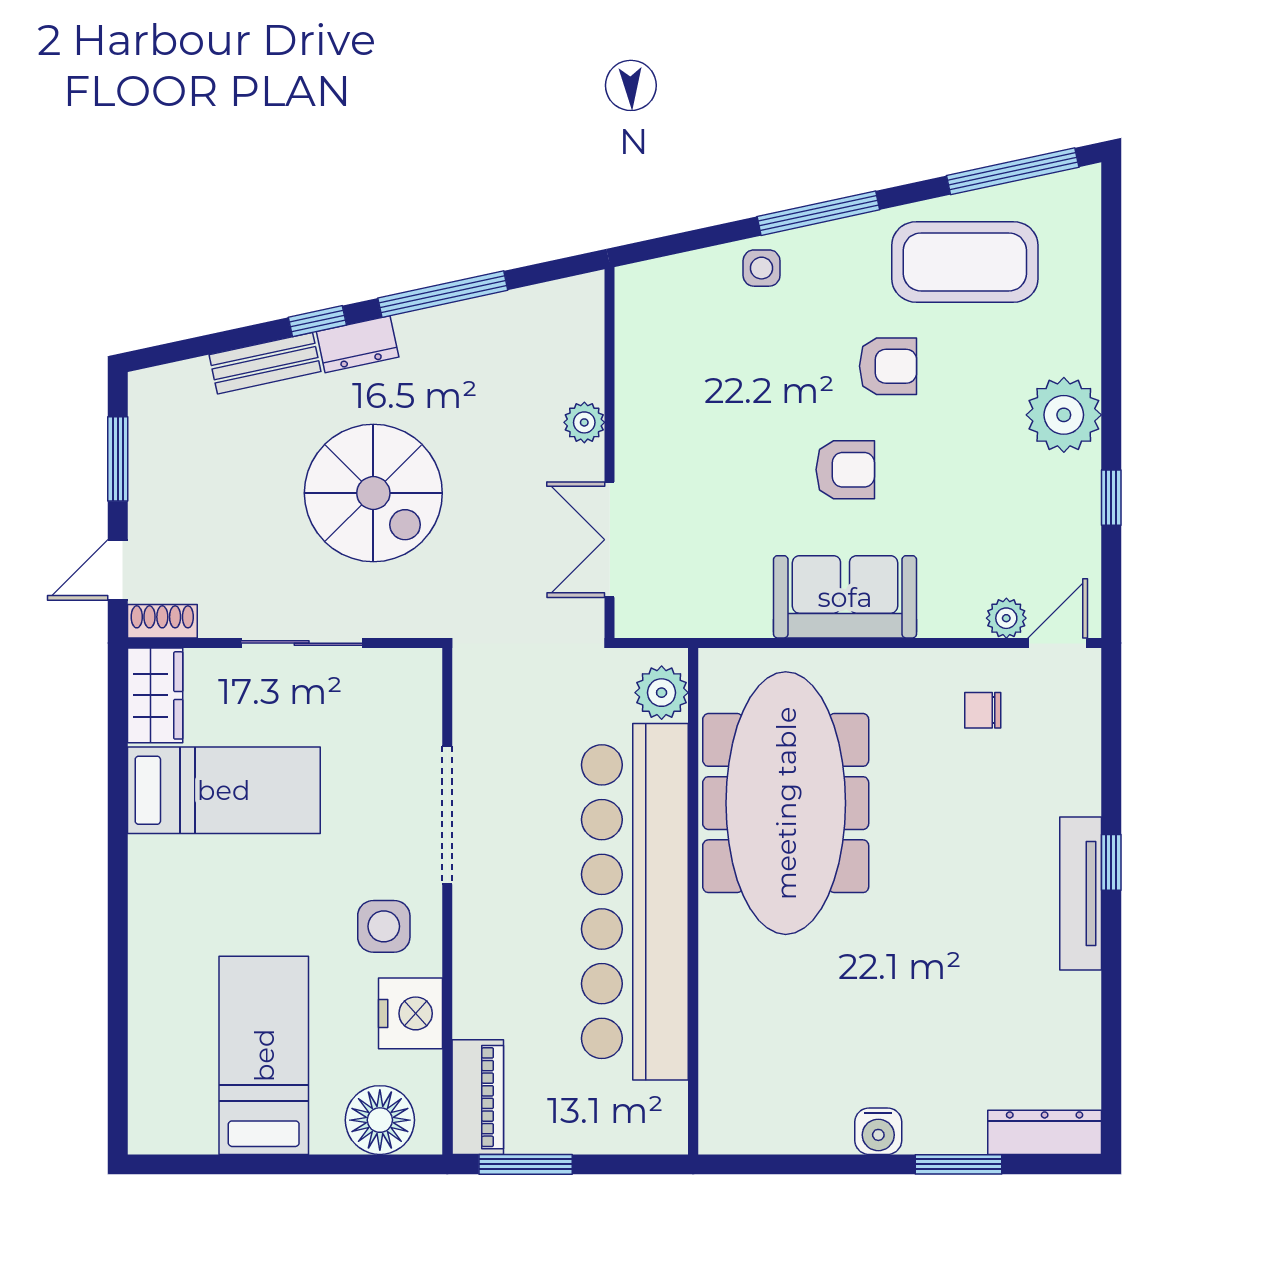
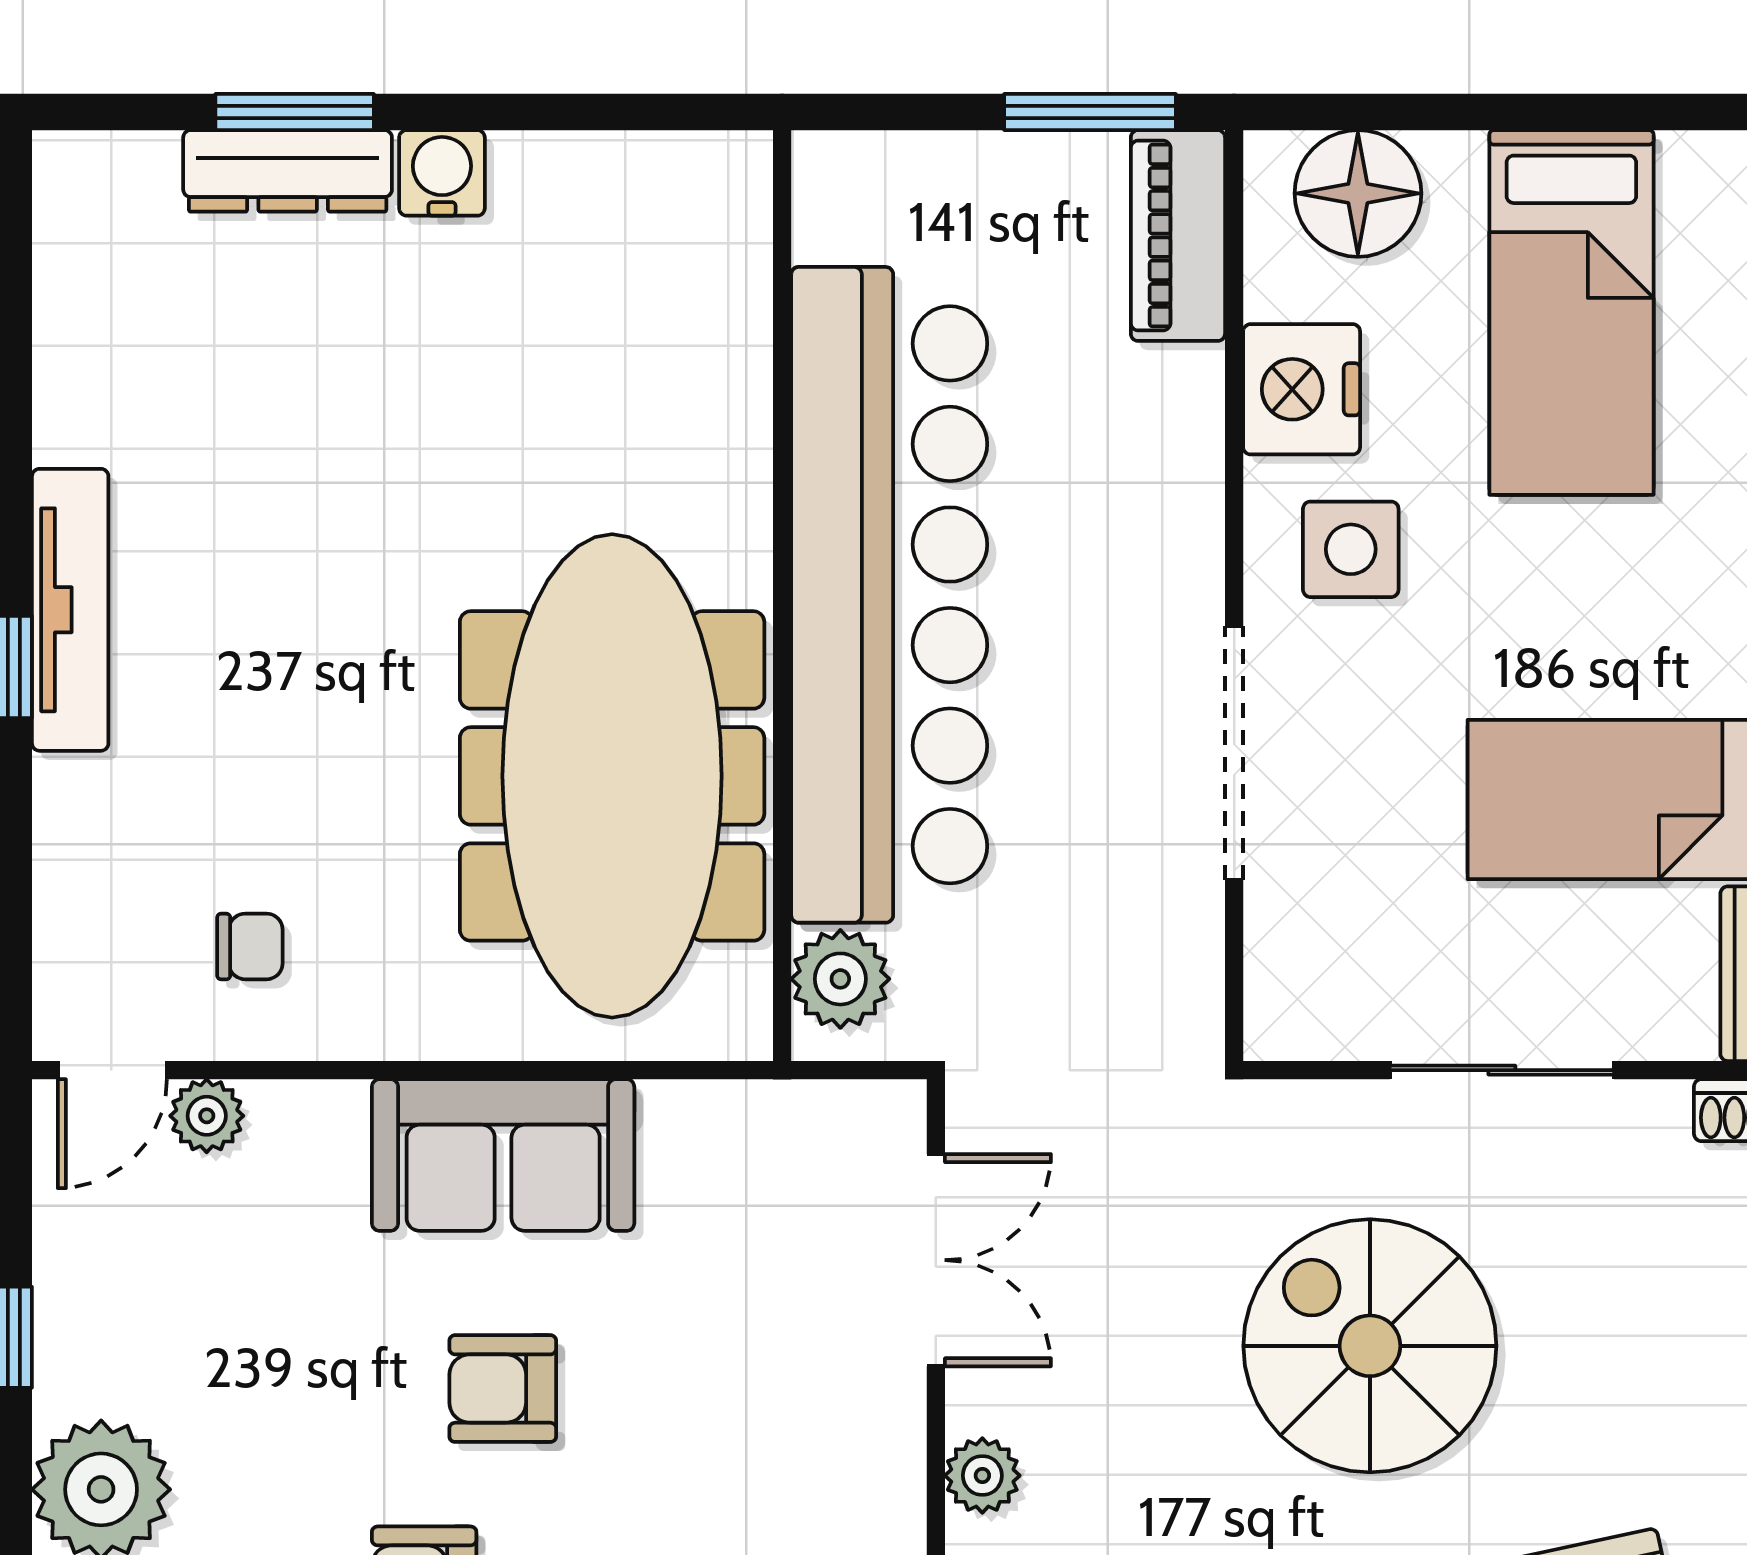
dresser: (1045, 1132) -> (288, 171), moved

